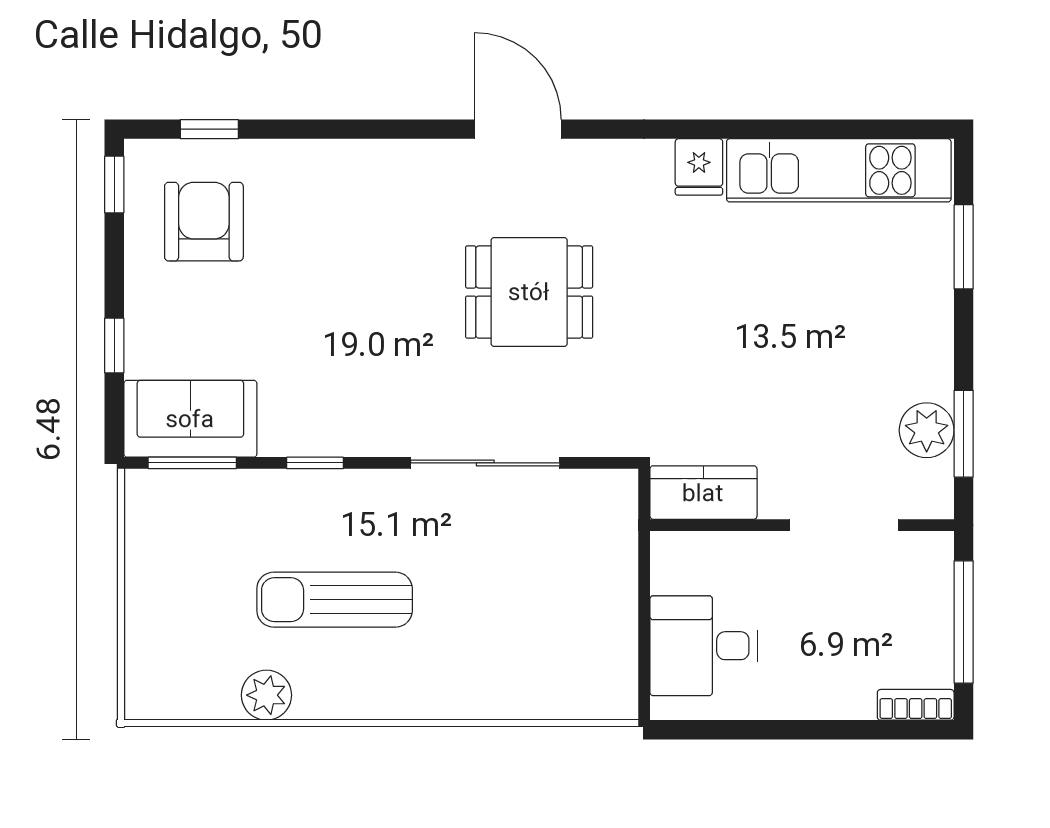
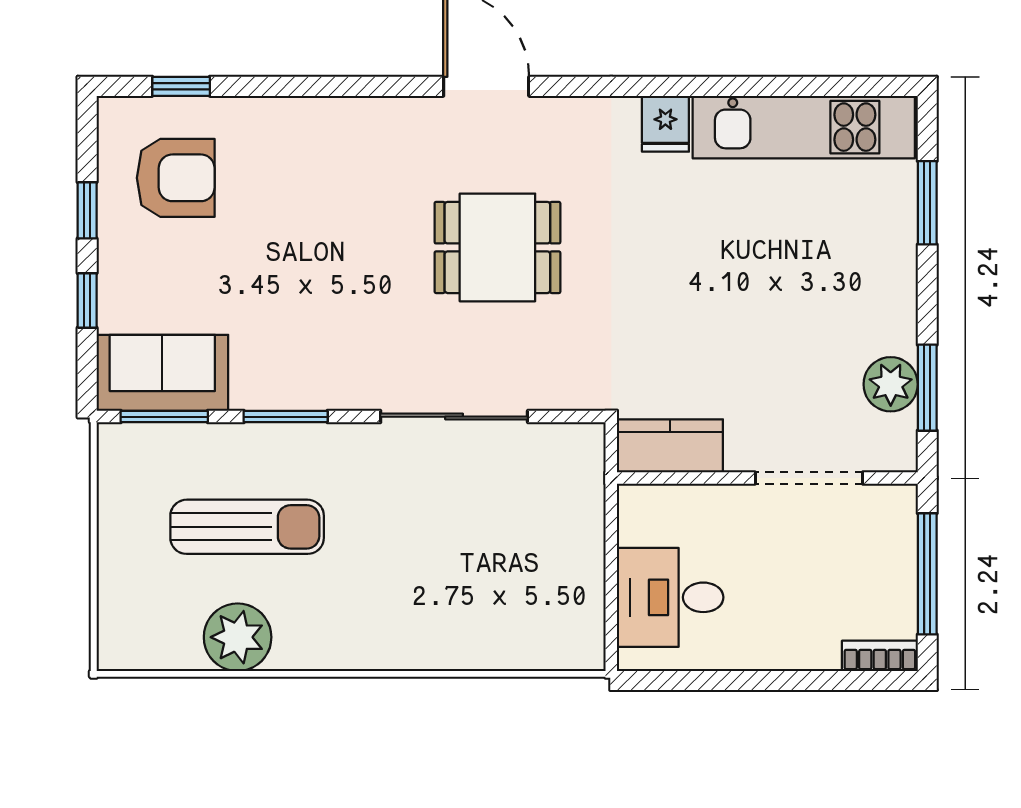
window: (114, 184) -> (87, 210), moved
armchair: (204, 222) -> (176, 178), turned 90
window: (315, 463) -> (286, 417), width x1.50
sun lounger: (335, 600) -> (247, 527), moved, turned 180
plant: (266, 695) -> (238, 637), width x1.36, depth x1.36

